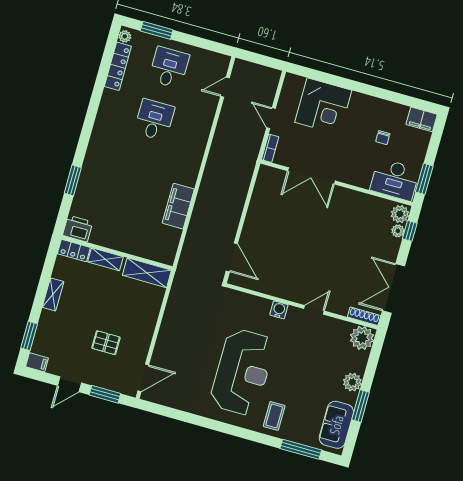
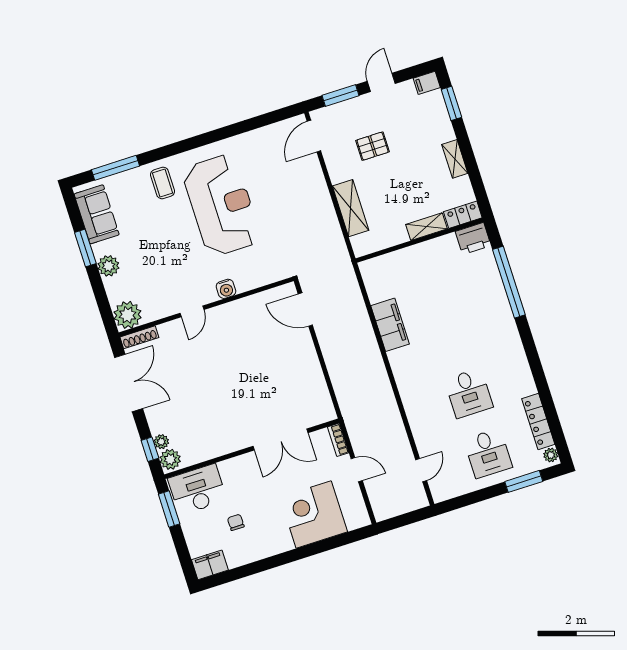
double door: (311, 176) -> (280, 440), swing flipped
window: (73, 180) -> (509, 282), width x2.11
shelving: (147, 273) -> (351, 208), moved, turned 90
reception desk: (242, 372) -> (222, 205), turned 180

